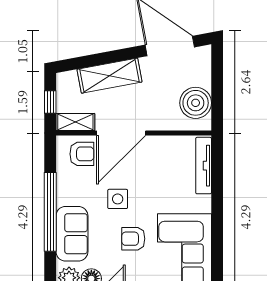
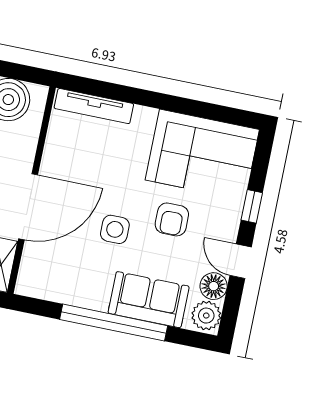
door: (121, 133) -> (28, 207), hinge flipped
armchair: (82, 154) -> (45, 265), removed

